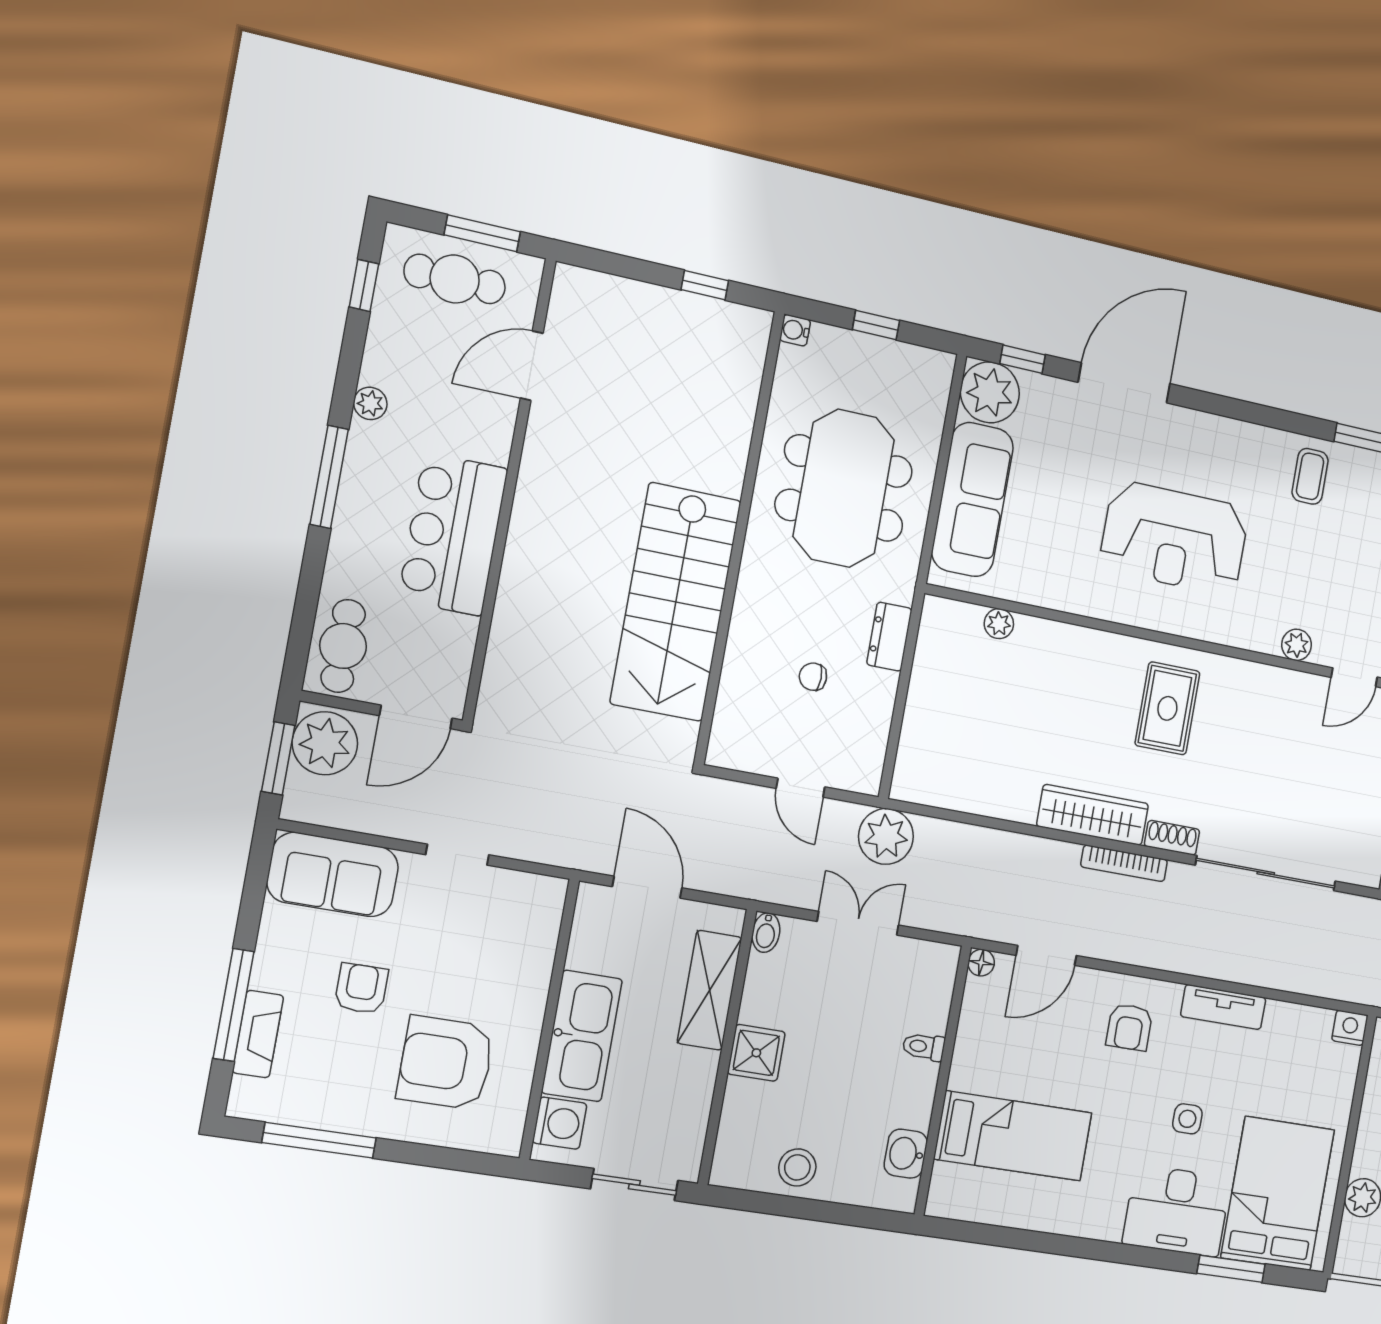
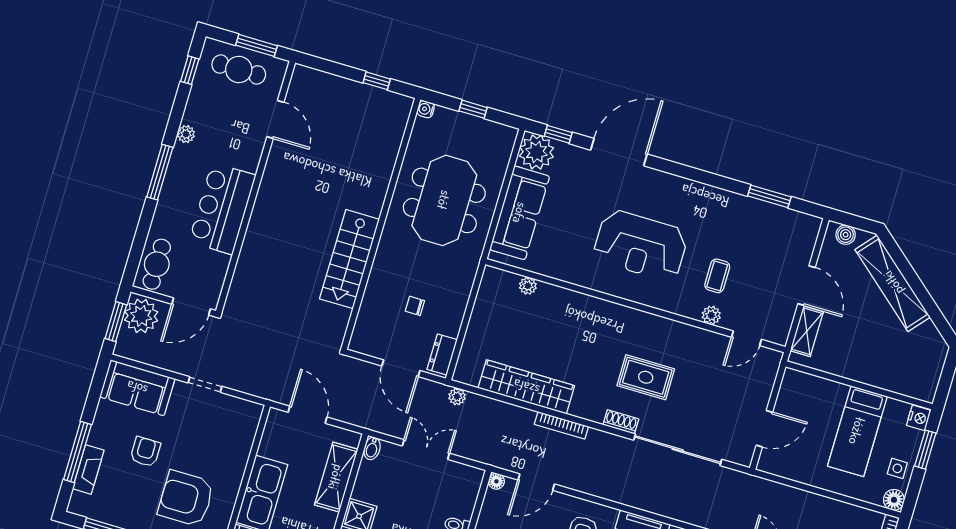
door: (532, 366) -> (275, 119), swing flipped
coffee table: (1310, 476) -> (717, 276), moved
stairs: (676, 602) -> (350, 259), width x0.73, depth x0.66
dresser: (889, 637) -> (442, 354), moved
rug: (1167, 708) -> (646, 377), moved, turned 90
door: (800, 788) -> (401, 368), width x1.38
wardrobe: (1093, 815) -> (526, 387), moved, width x1.40, depth x1.17
plant: (886, 836) -> (457, 397), width x0.53, depth x0.53
bookcase: (1124, 863) -> (561, 425), moved

